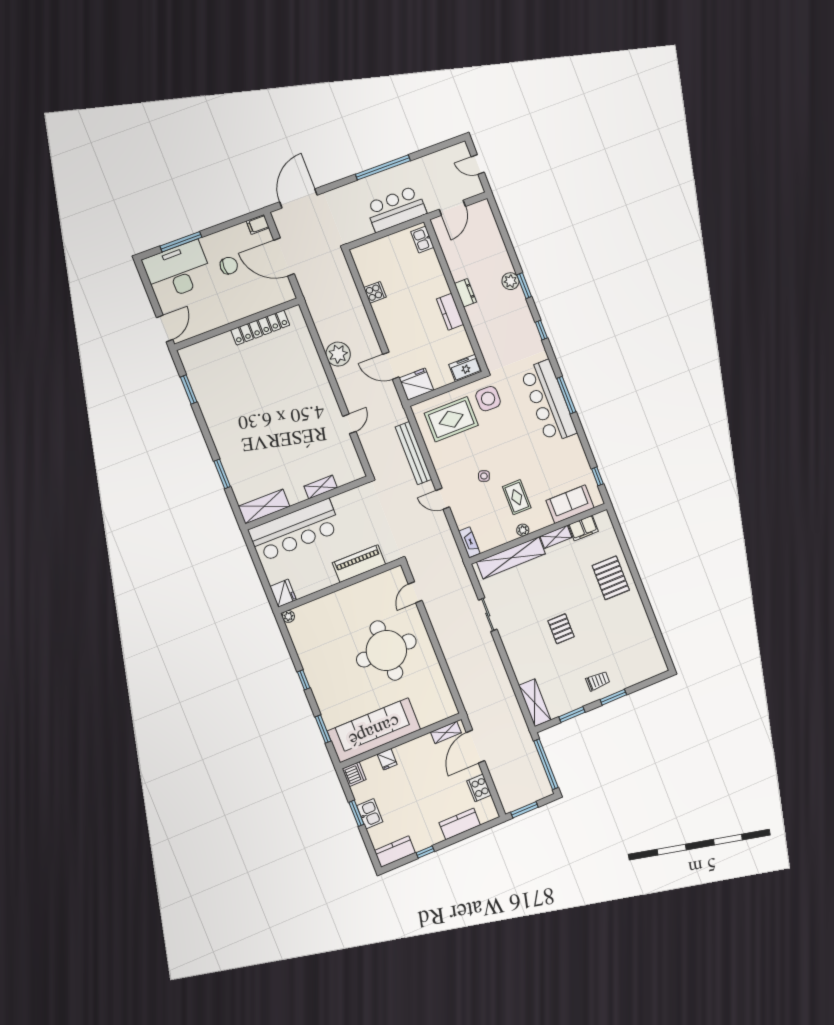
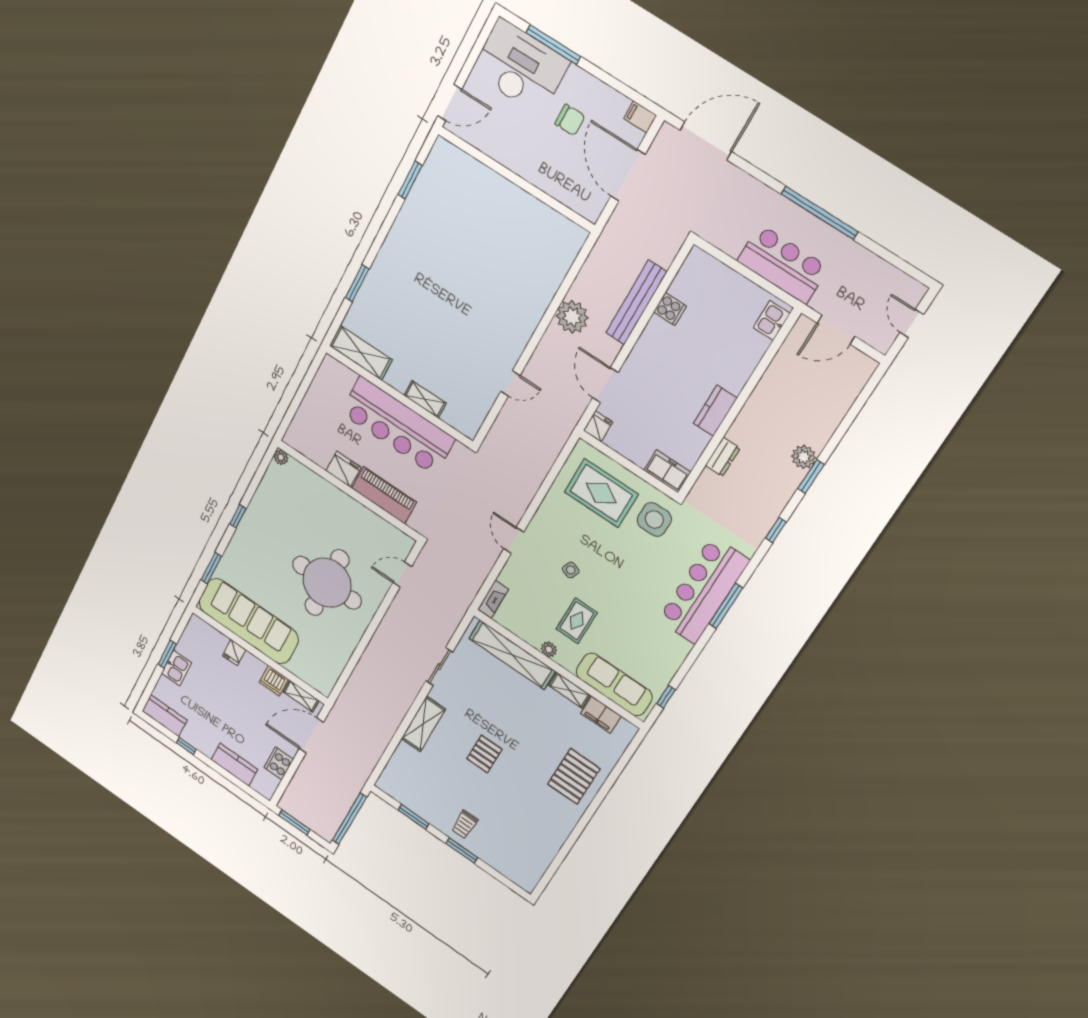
dresser: (465, 293) -> (723, 457), moved
locker: (260, 328) -> (532, 208), removed
fridge: (416, 384) -> (598, 426), width x0.53, depth x0.75
bench: (413, 453) -> (636, 303), moved
sofa: (570, 504) -> (614, 684), width x1.36
bar counter: (295, 530) -> (398, 426), moved
fridge: (283, 593) -> (343, 469), moved, turned -90
trolley: (598, 681) -> (465, 825), turned 90
shelving: (535, 703) -> (423, 724), moved
dishwasher: (354, 774) -> (274, 681), moved, turned 90

